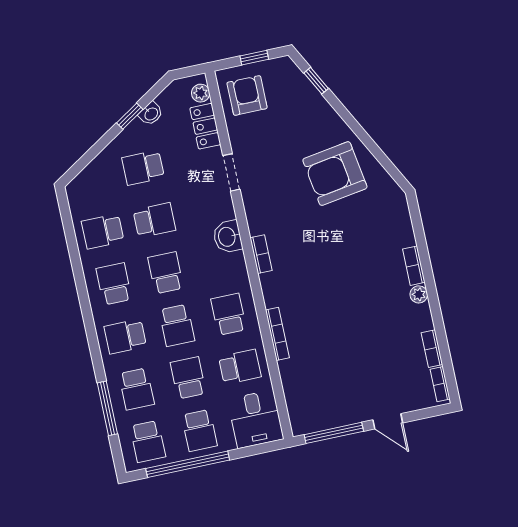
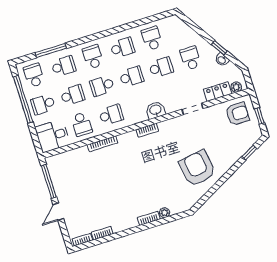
school desk: (154, 220) -> (161, 67), turned -90
plant: (419, 294) -> (165, 213), moved
school desk: (136, 389) -> (63, 66), turned 180
school desk: (148, 442) -> (34, 75), turned 90

